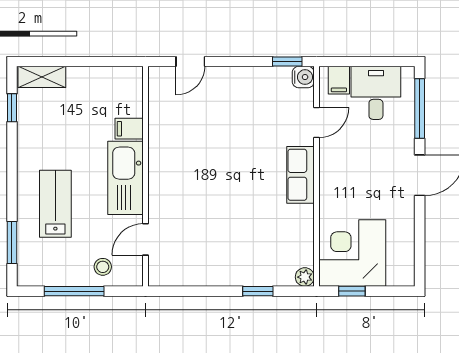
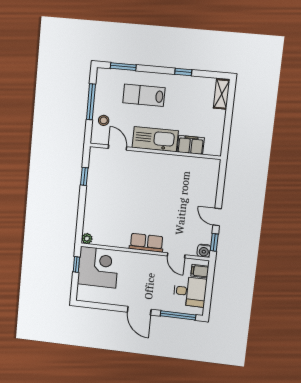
door: (190, 61) -> (217, 217), moved
window: (12, 108) -> (183, 72), moved
filing cabinet: (129, 129) -> (191, 145), width x2.00
lab bench: (55, 204) -> (144, 95), turned 180
window: (258, 291) -> (84, 176), moved

